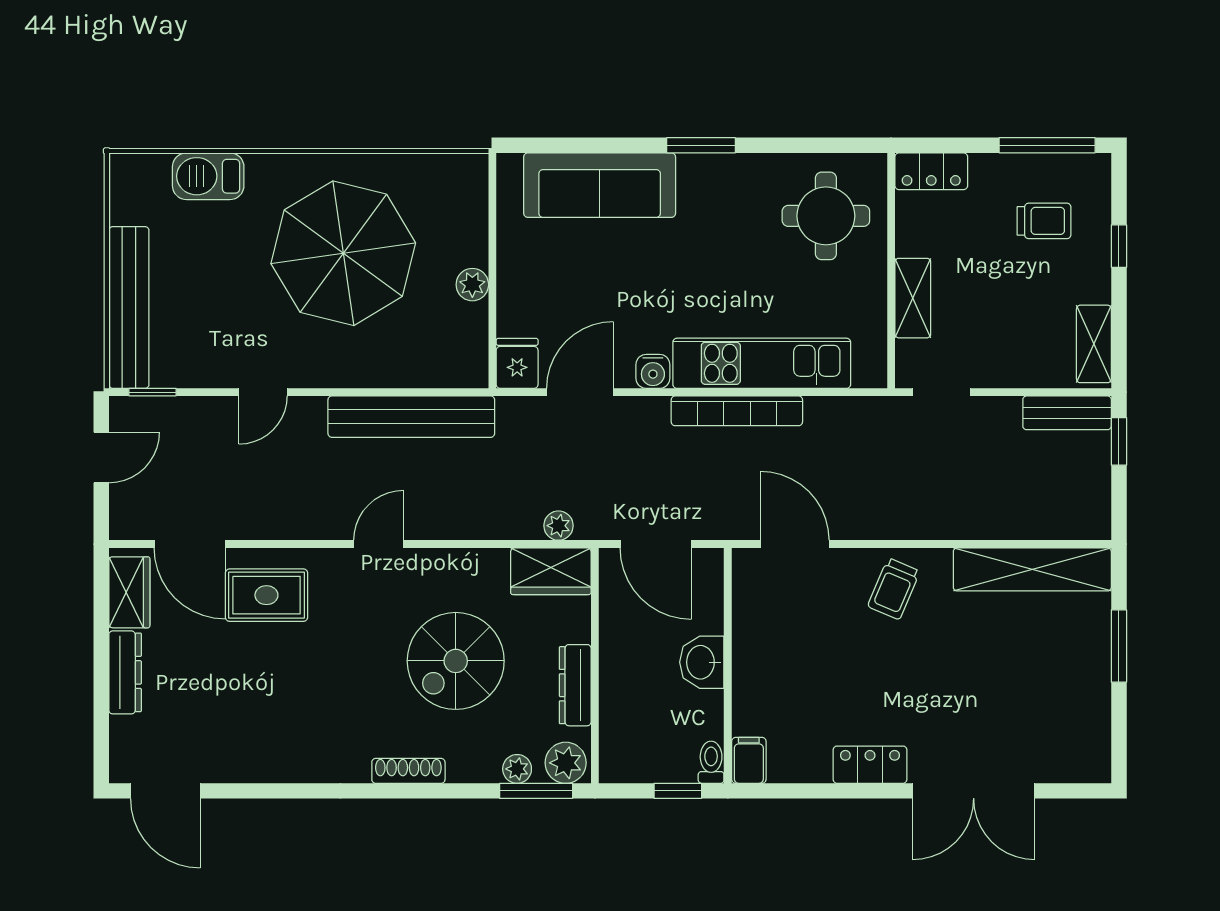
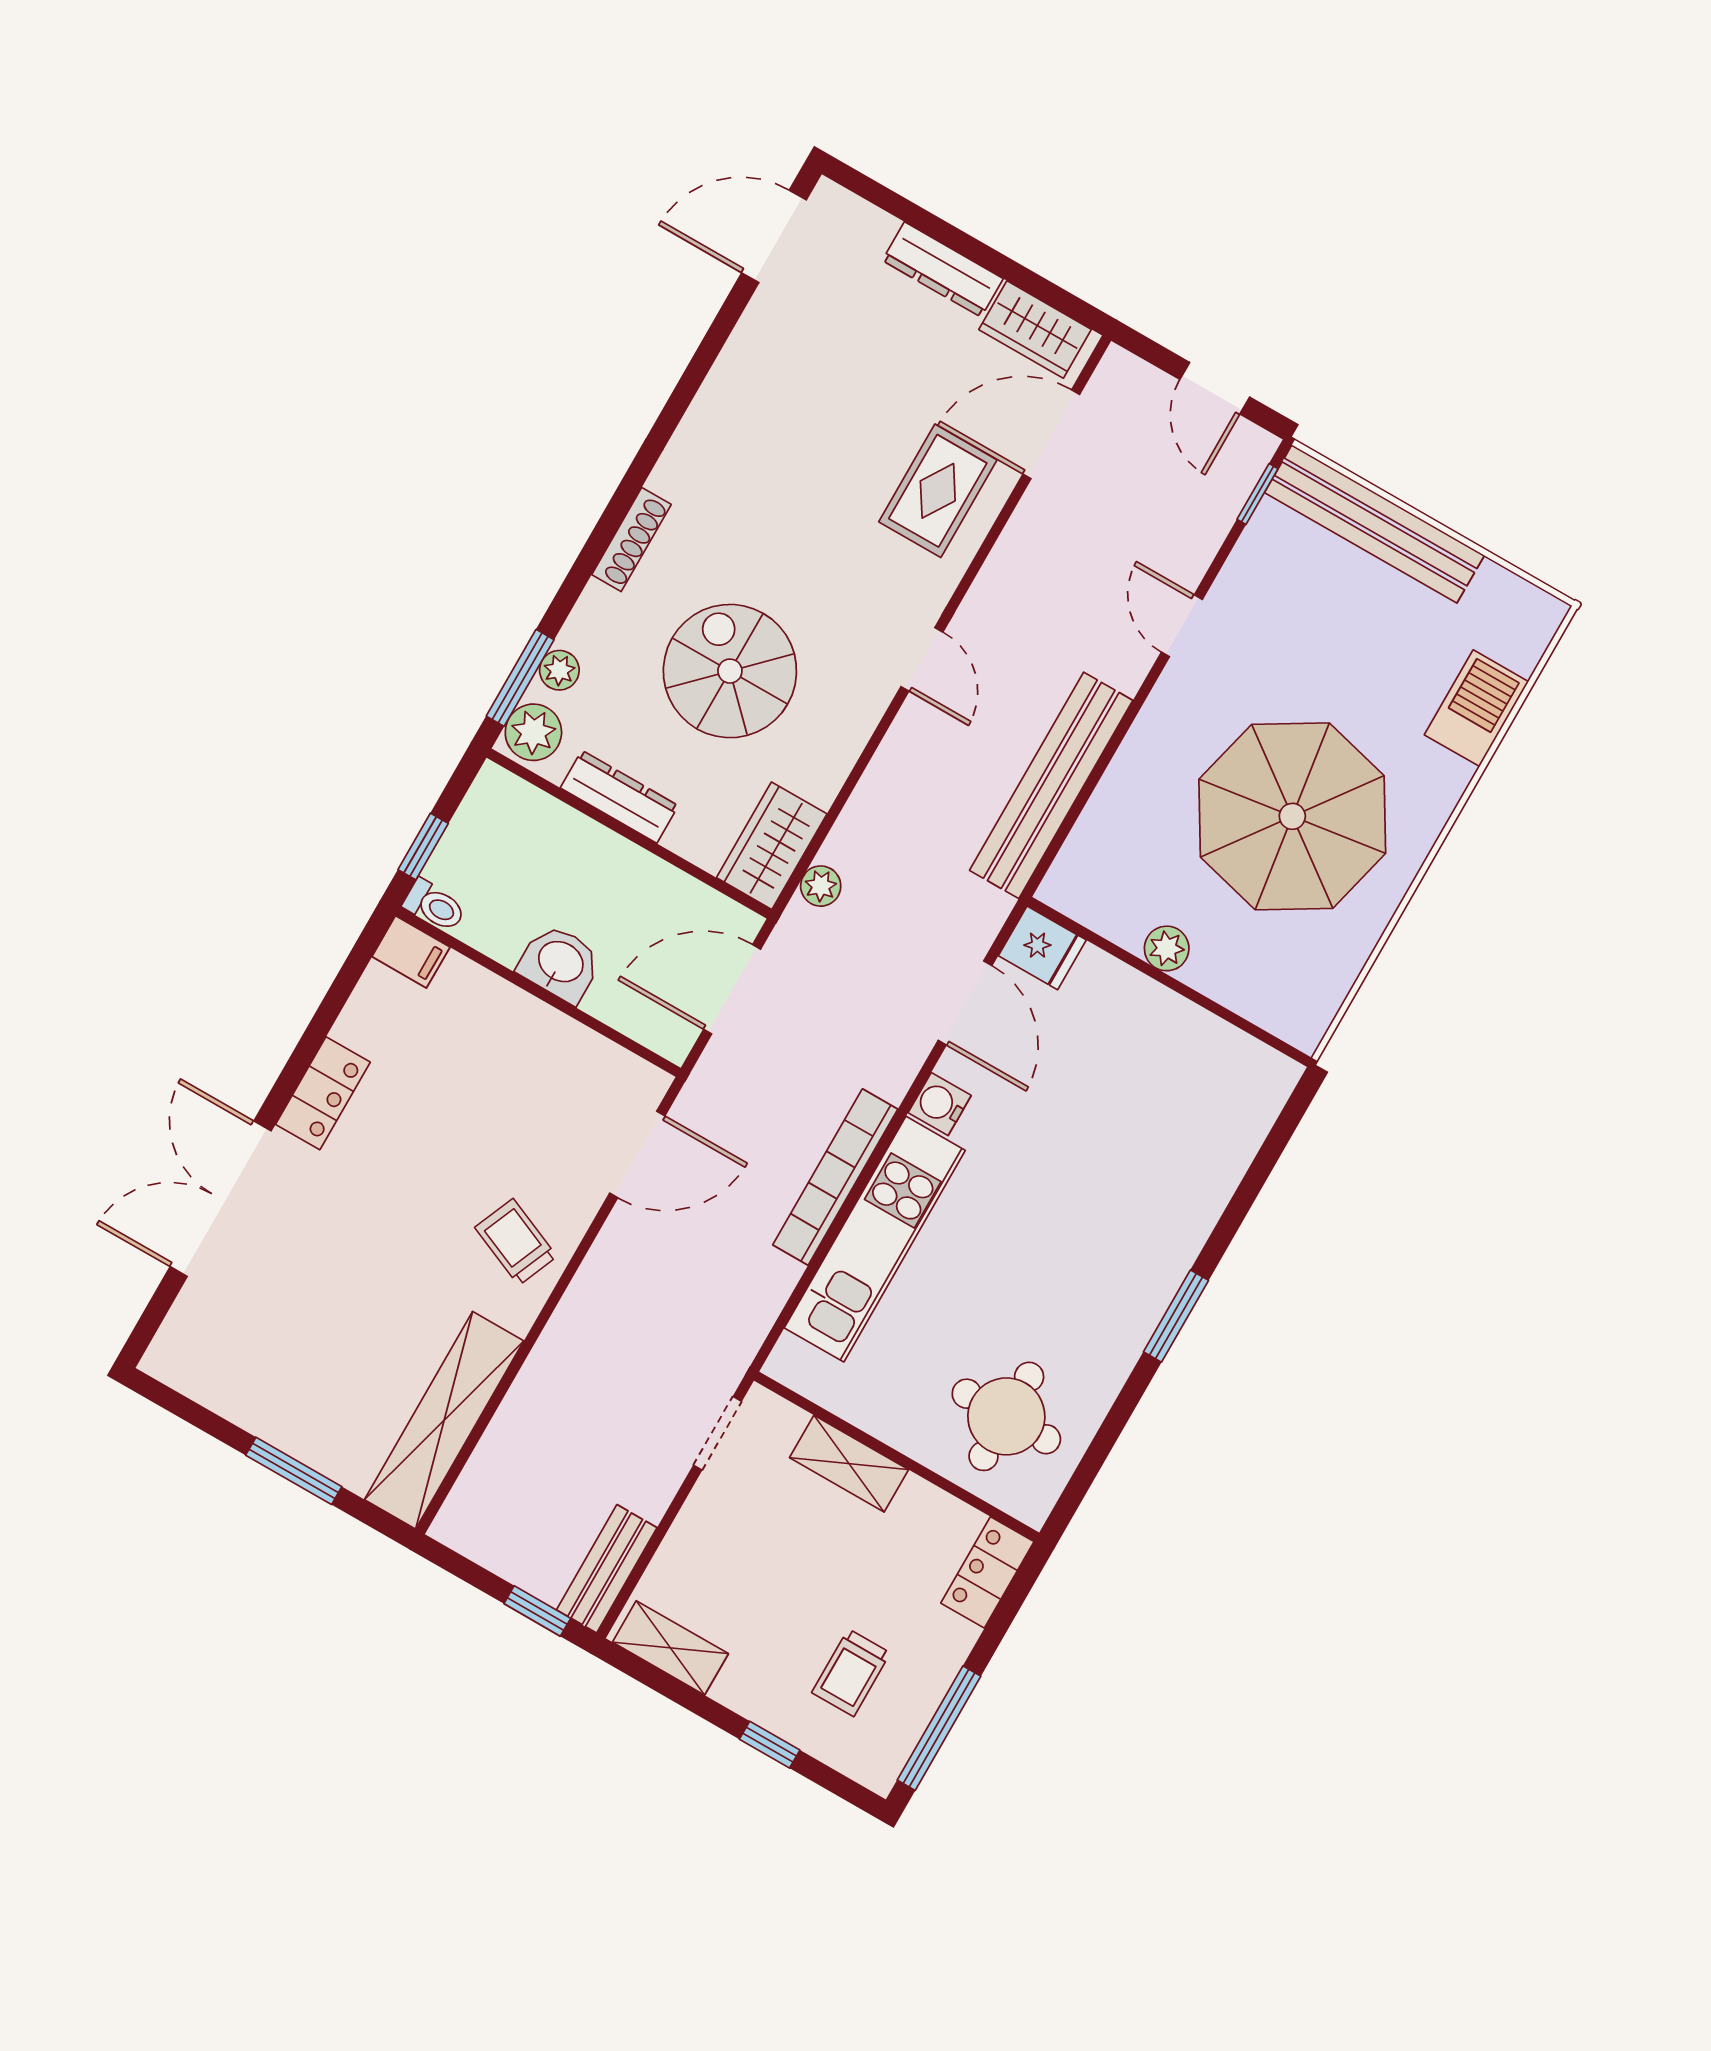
sofa: (600, 185) -> (1198, 1168), removed

